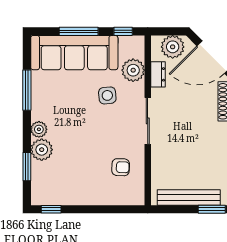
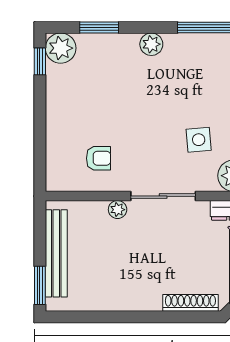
plant: (42, 150) -> (61, 48), moved
plant: (157, 154) -> (118, 210), added
armchair: (121, 167) -> (99, 158), turned -92

